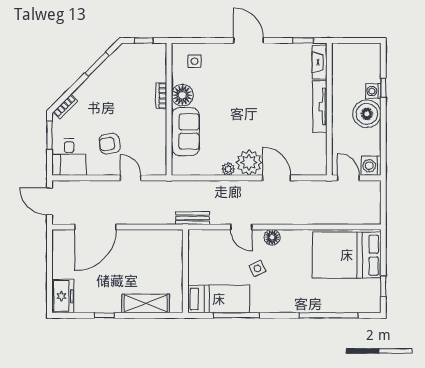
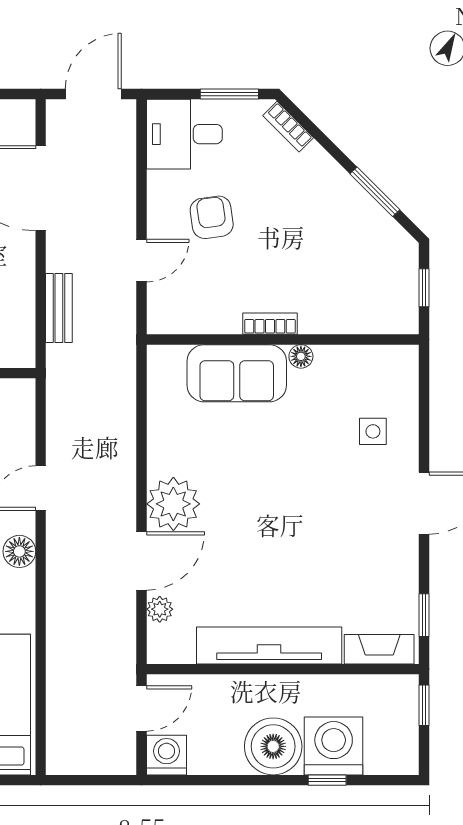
window: (347, 40) -> (424, 705), added
side table: (194, 61) -> (373, 431), moved
washing machine: (373, 91) -> (334, 746), width x1.89, depth x1.89
floor lamp: (182, 95) -> (301, 356), width x0.53, depth x0.53
bookcase: (161, 96) -> (270, 324), moved
tv unit: (320, 106) -> (269, 645), width x1.36, depth x1.29
plant: (228, 169) -> (160, 609), moved
bench: (193, 218) -> (59, 308), moved

